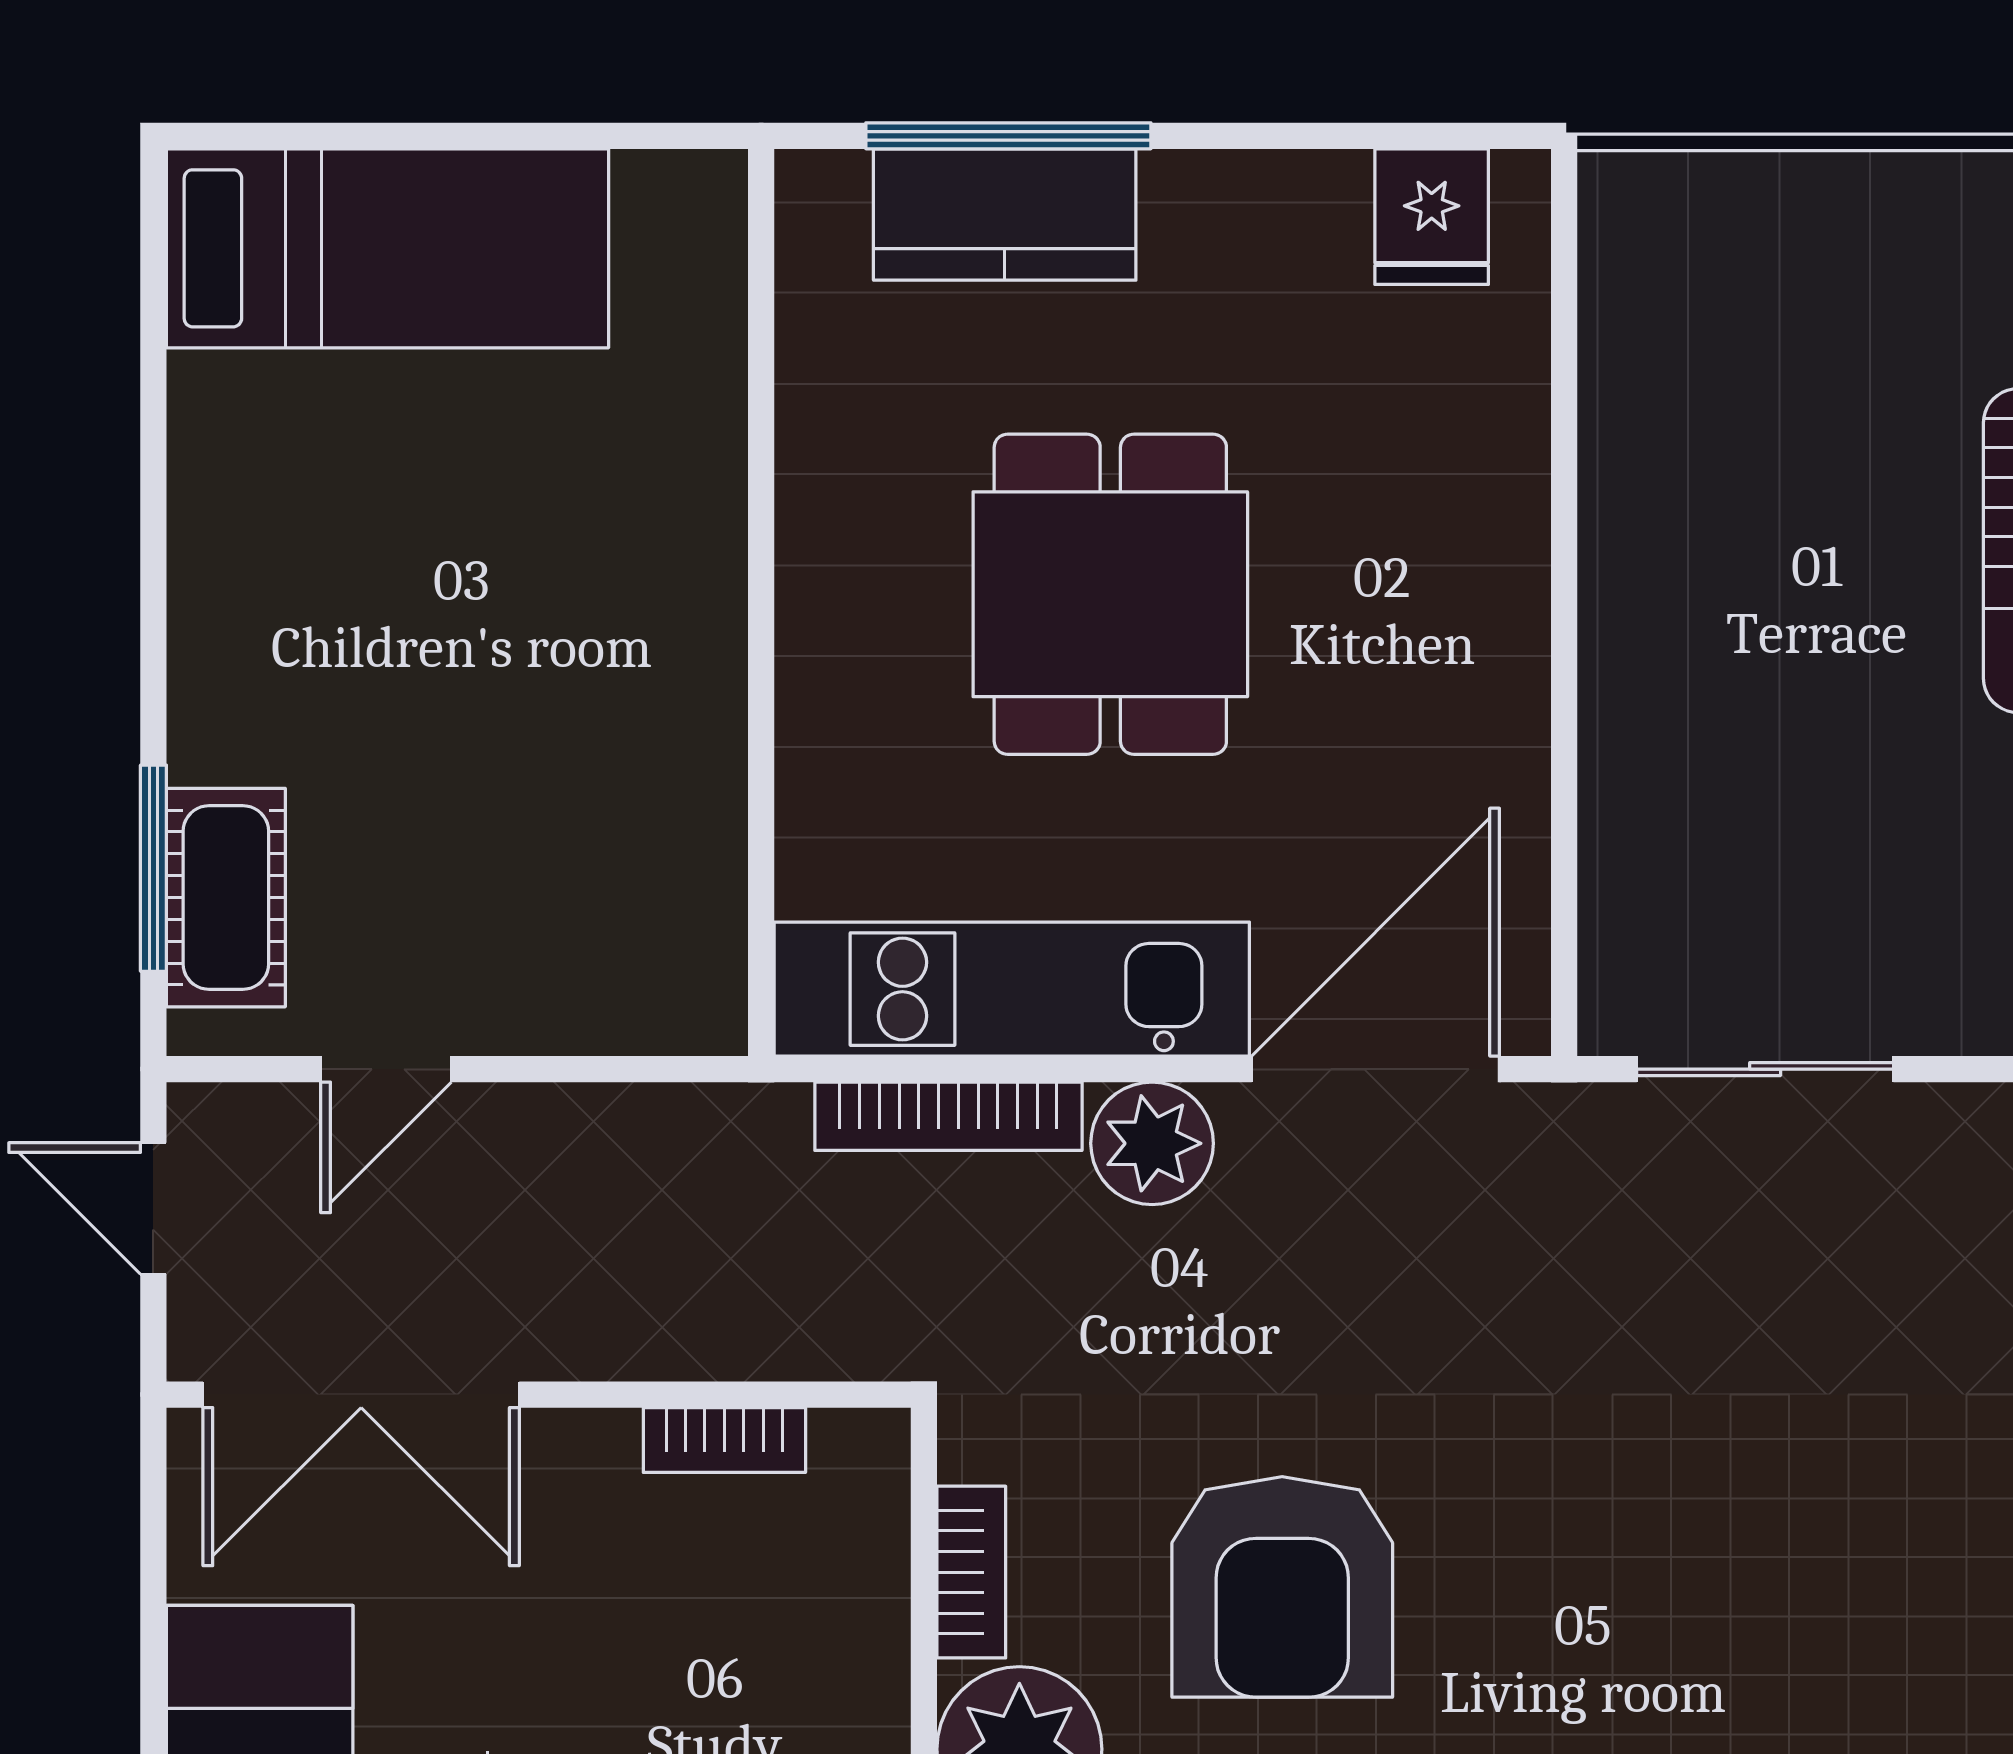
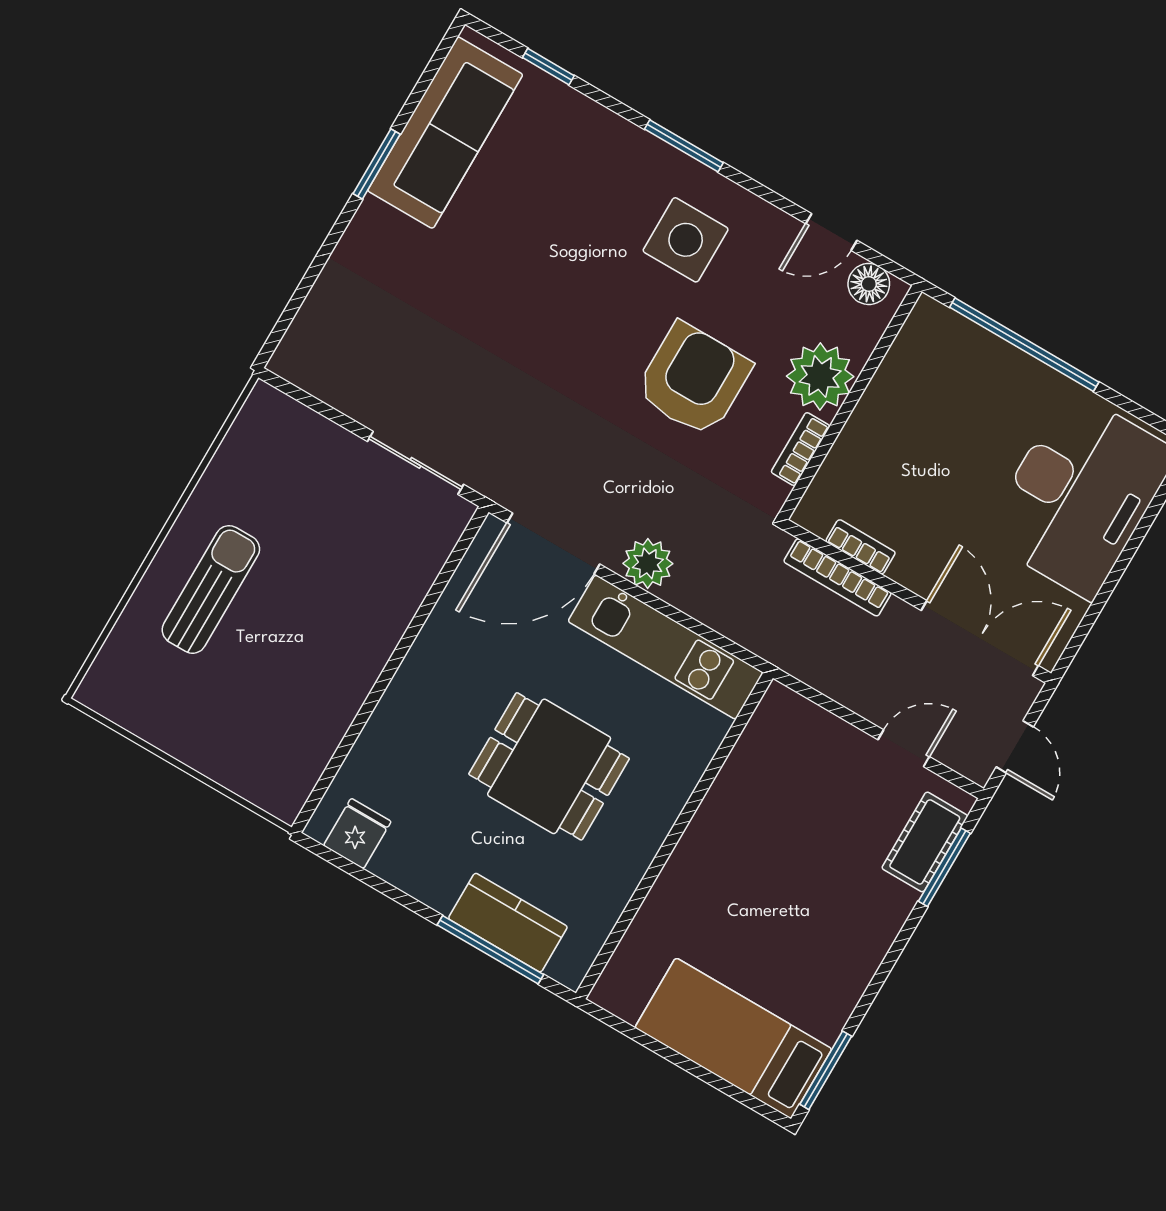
window: (153, 295) -> (826, 1070), added
dining table: (1110, 594) -> (549, 766), turned 90
bookcase: (948, 1116) -> (837, 577), moved, turned 180

